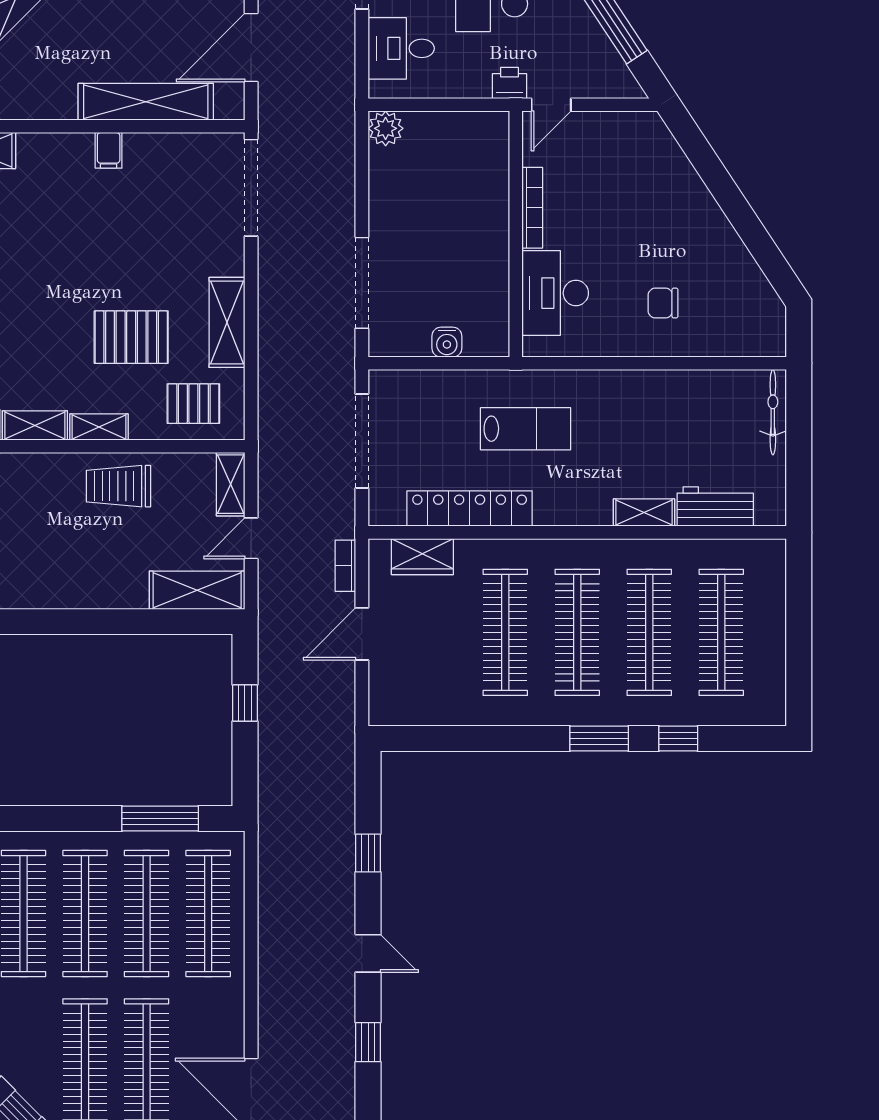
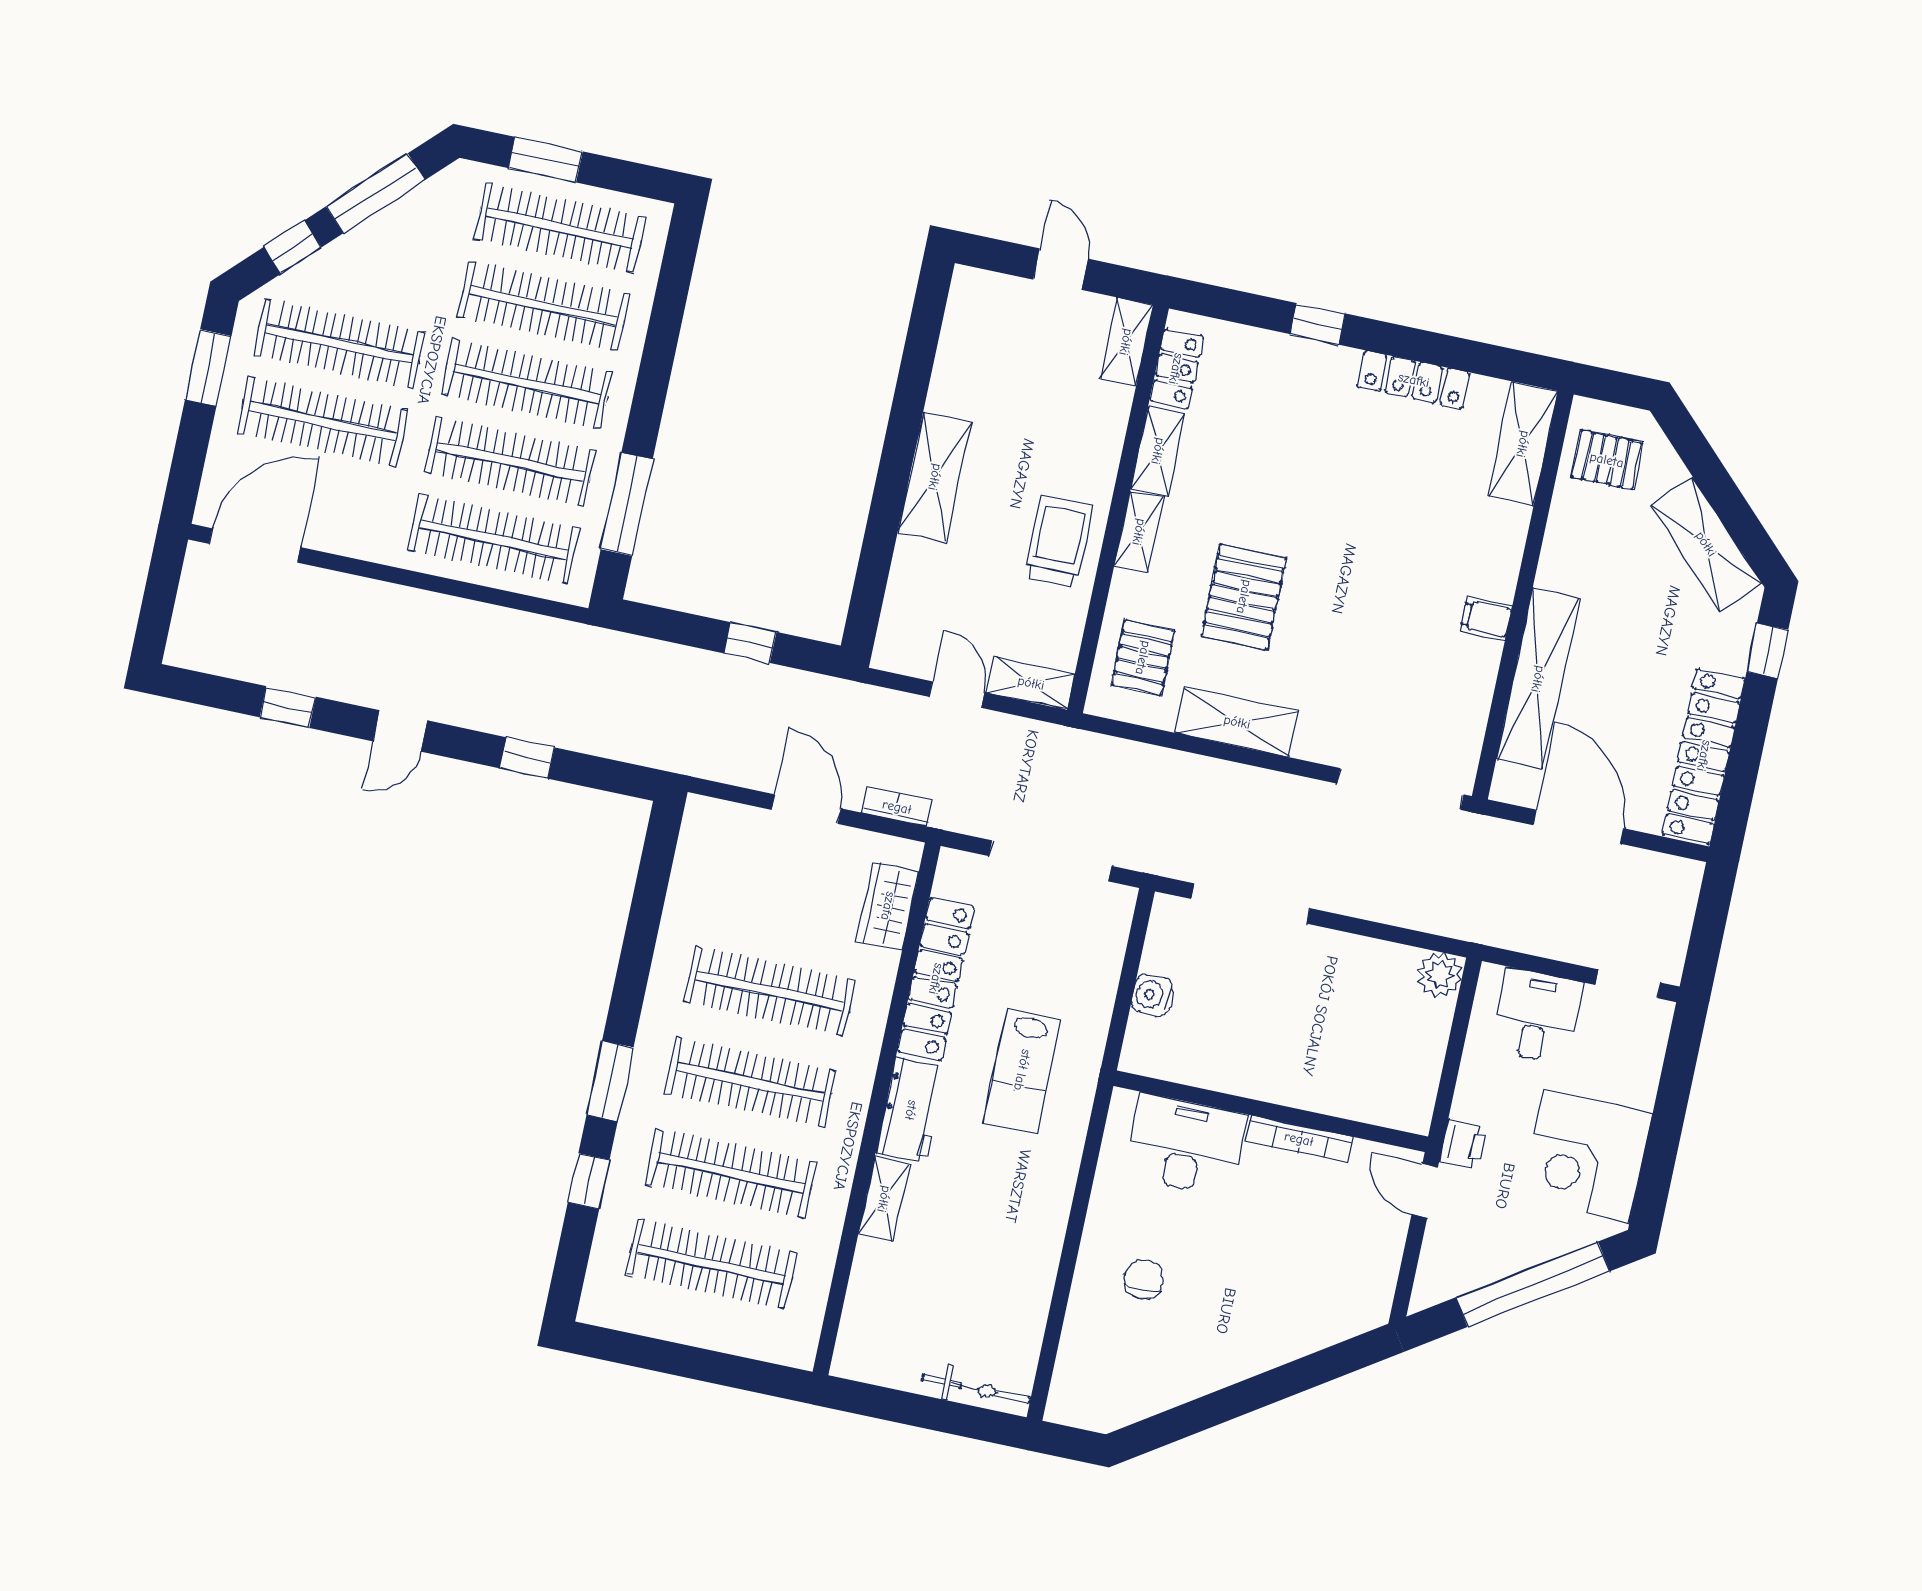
workbench: (715, 507) -> (911, 1110), moved
shelving: (197, 590) -> (935, 477), moved

